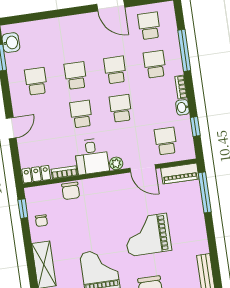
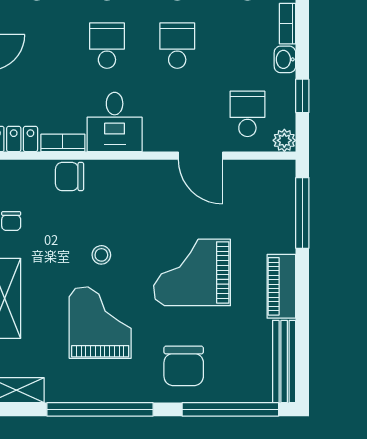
plant: (116, 163) -> (284, 140), moved
piano: (180, 174) -> (281, 286), moved, turned 90
chair: (71, 191) -> (70, 177), turned 90
stool: (95, 232) -> (101, 255), added

